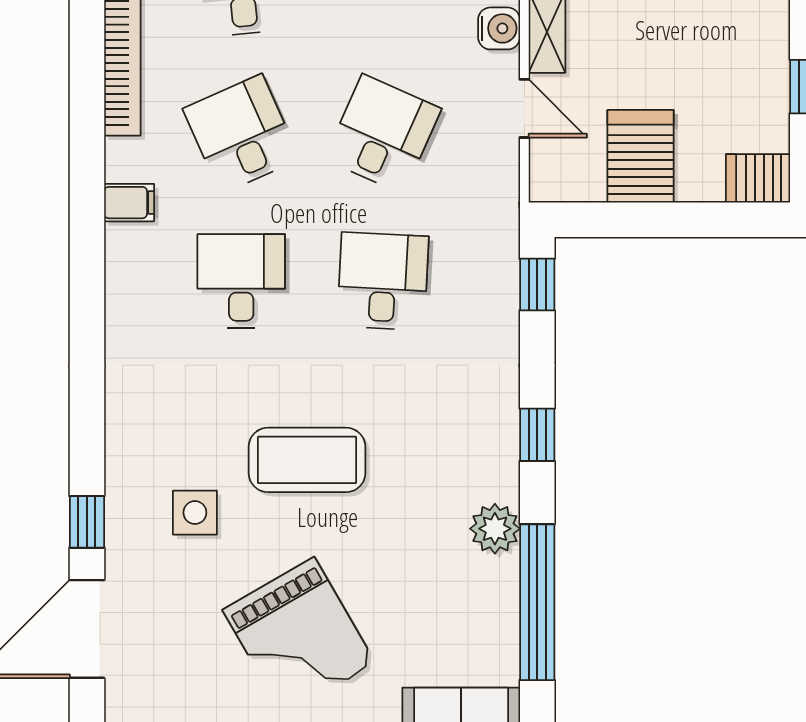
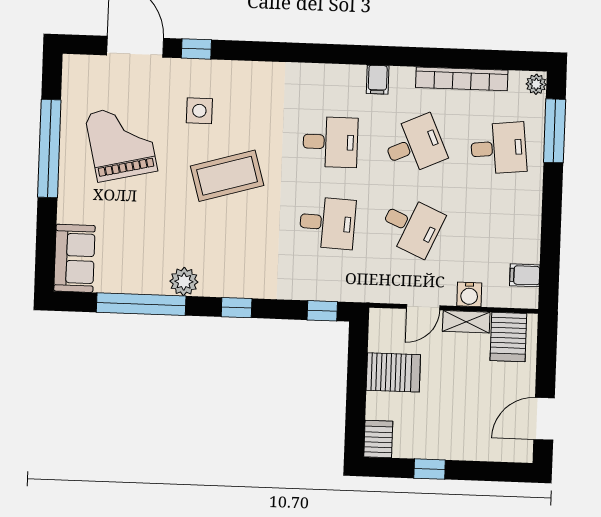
coffee table: (307, 460) -> (227, 176), turned 74
grand piano: (299, 636) -> (121, 142), moved, turned 107

